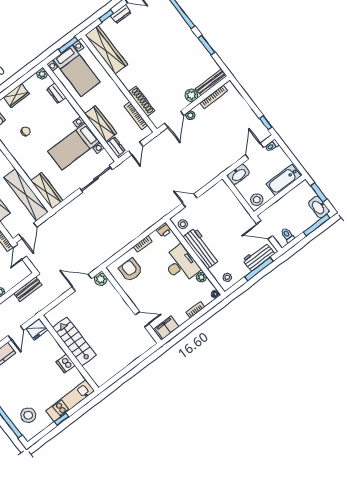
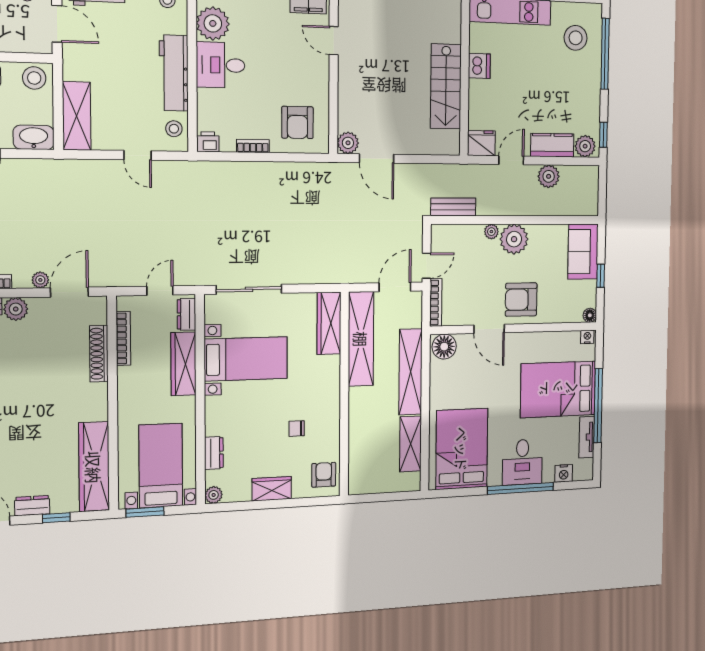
shelving: (228, 197) -> (77, 116), added
desk: (181, 264) -> (221, 65), width x0.73
plant: (201, 277) -> (213, 23), width x1.87, depth x1.87

